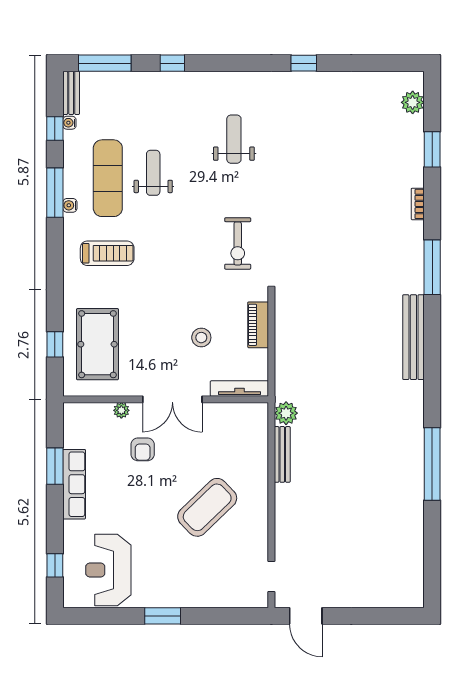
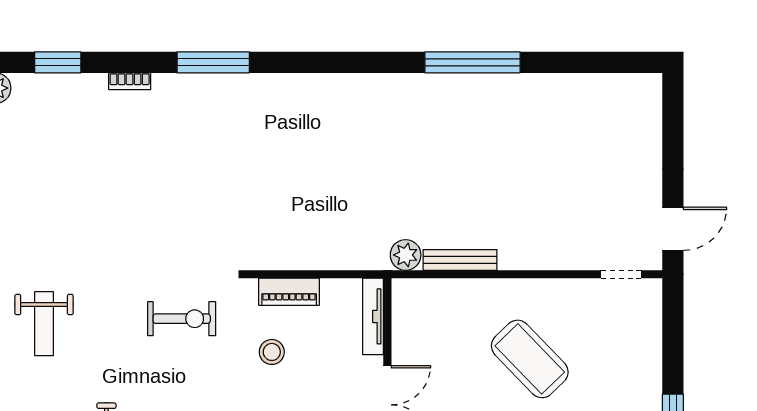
weight bench: (234, 139) -> (44, 324), turned -90
bench: (413, 337) -> (305, 87), removed
stool: (201, 338) -> (272, 352), moved

